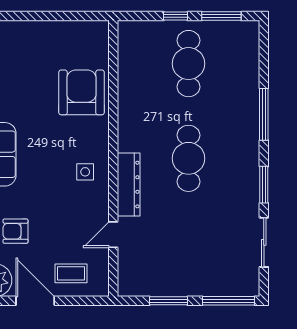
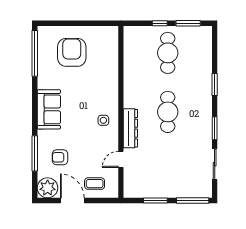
armchair: (81, 92) -> (72, 52), moved
window: (264, 114) -> (215, 84), width x0.69

